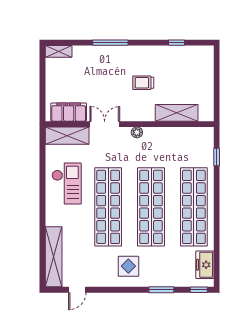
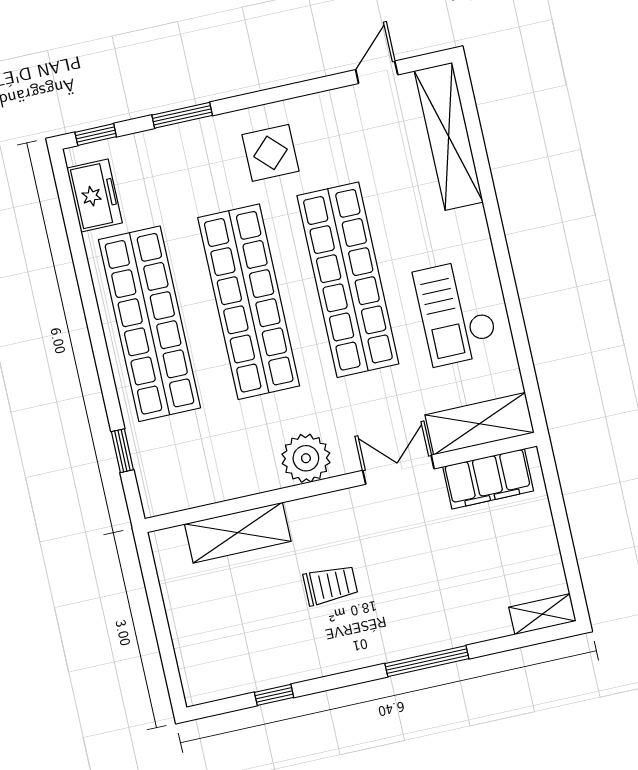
double door: (105, 124) -> (398, 470), swing flipped
plant: (137, 132) -> (306, 458), width x1.88, depth x1.88

